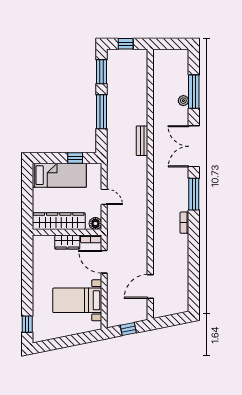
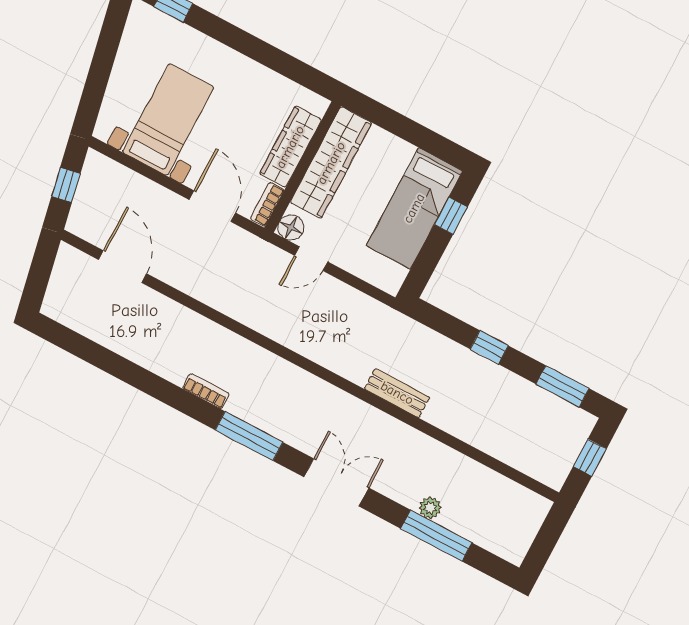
window: (102, 112) -> (489, 347), width x0.46
double door: (194, 146) -> (336, 482), width x0.73
window: (75, 158) -> (451, 216), moved
door: (104, 197) -> (311, 259), moved
wardrobe: (67, 242) -> (290, 147), width x1.50
door: (104, 262) -> (212, 206), hinge flipped

